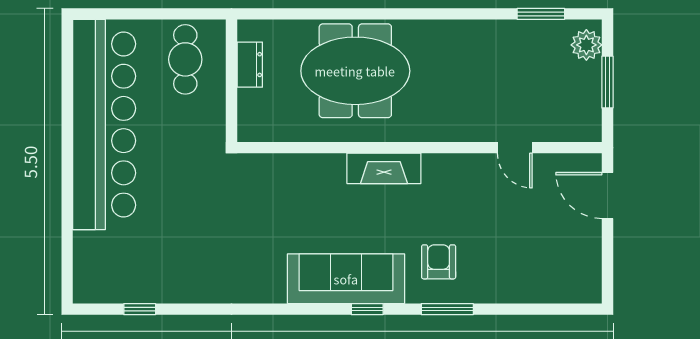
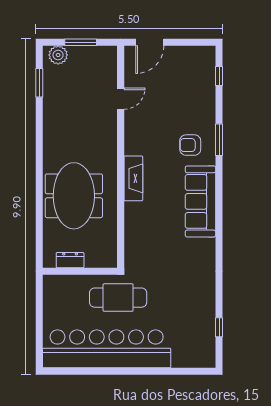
cafe table: (185, 59) -> (118, 298), moved, width x1.37, depth x1.35
window: (367, 309) -> (219, 76), moved

